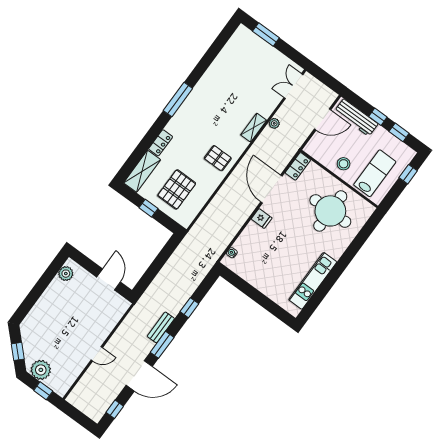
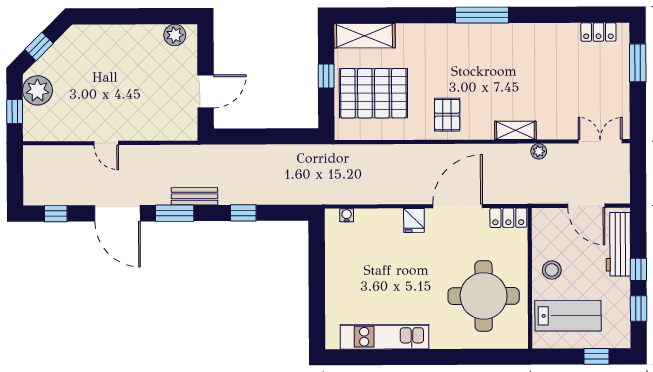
locker: (161, 143) -> (598, 32), moved
pallet: (177, 189) -> (373, 93), width x1.37, depth x1.41

